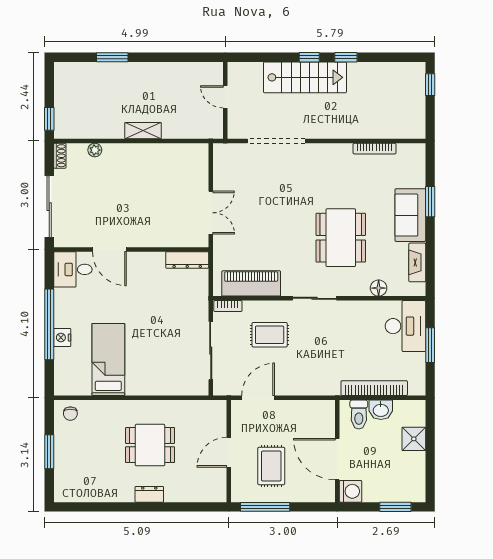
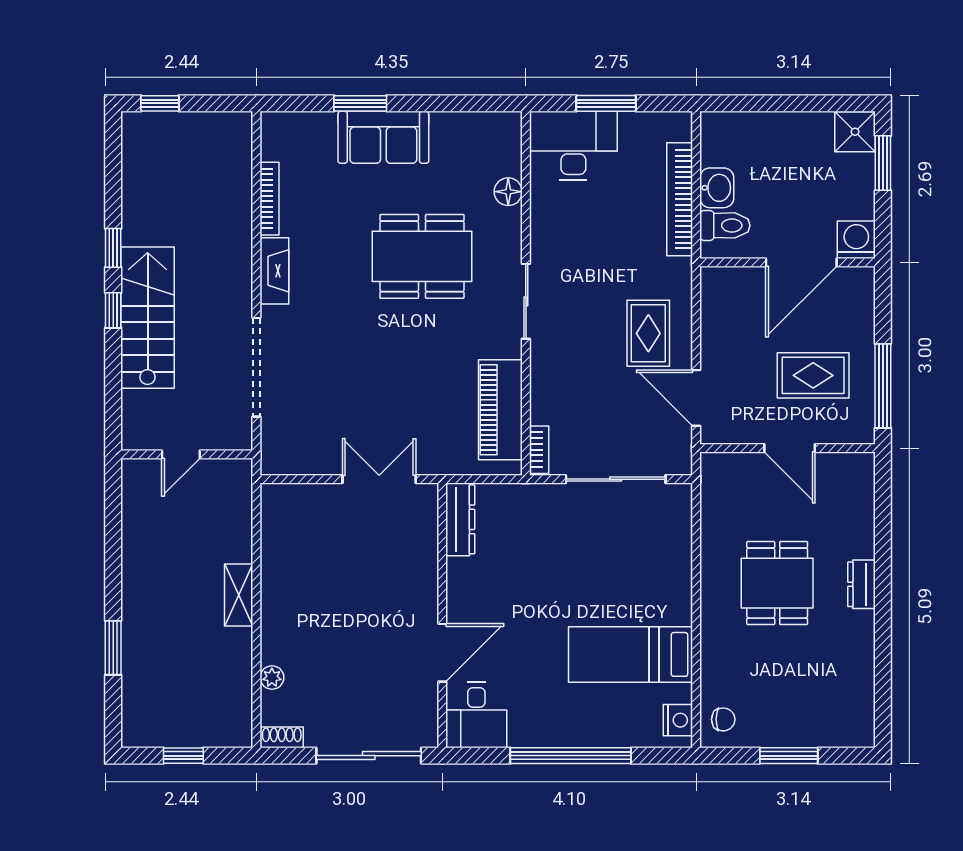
window: (49, 119) -> (183, 756), moved
fireplace: (417, 262) -> (274, 271), moved, turned -90
rug: (270, 335) -> (648, 333), moved
nightstand: (62, 338) -> (678, 720), moved, turned -90
shower: (414, 439) -> (855, 132), moved

